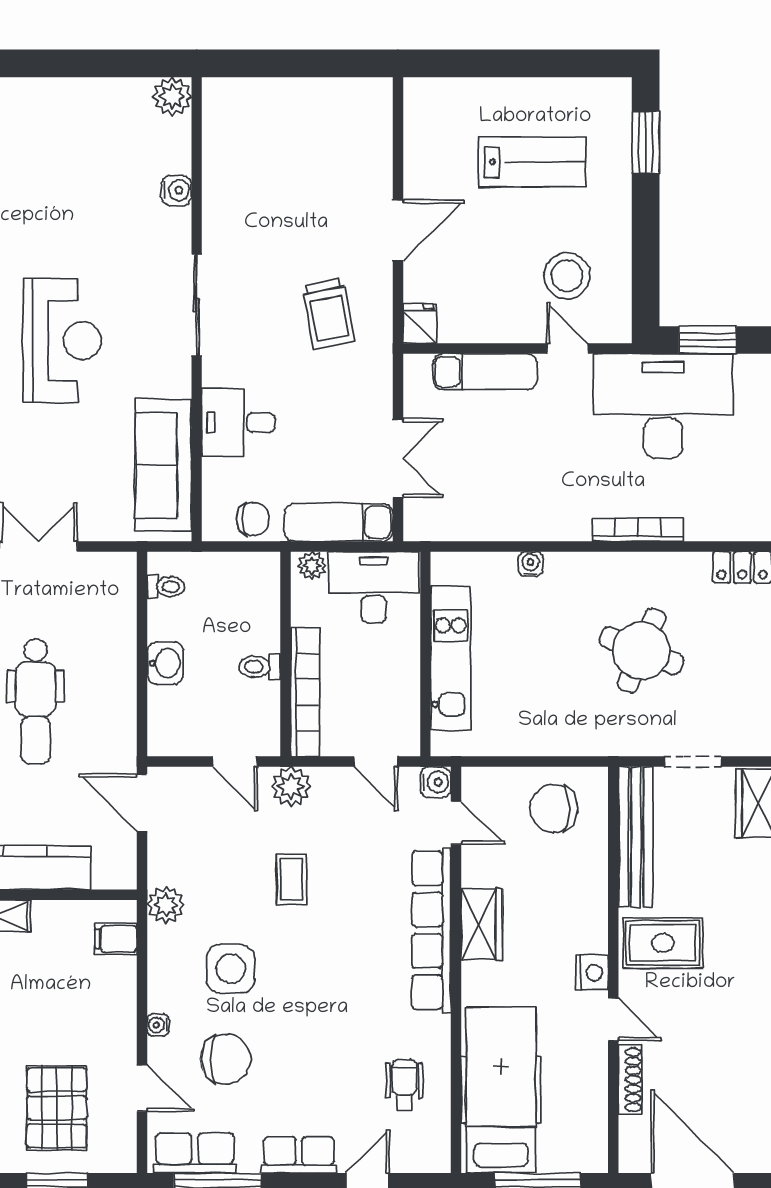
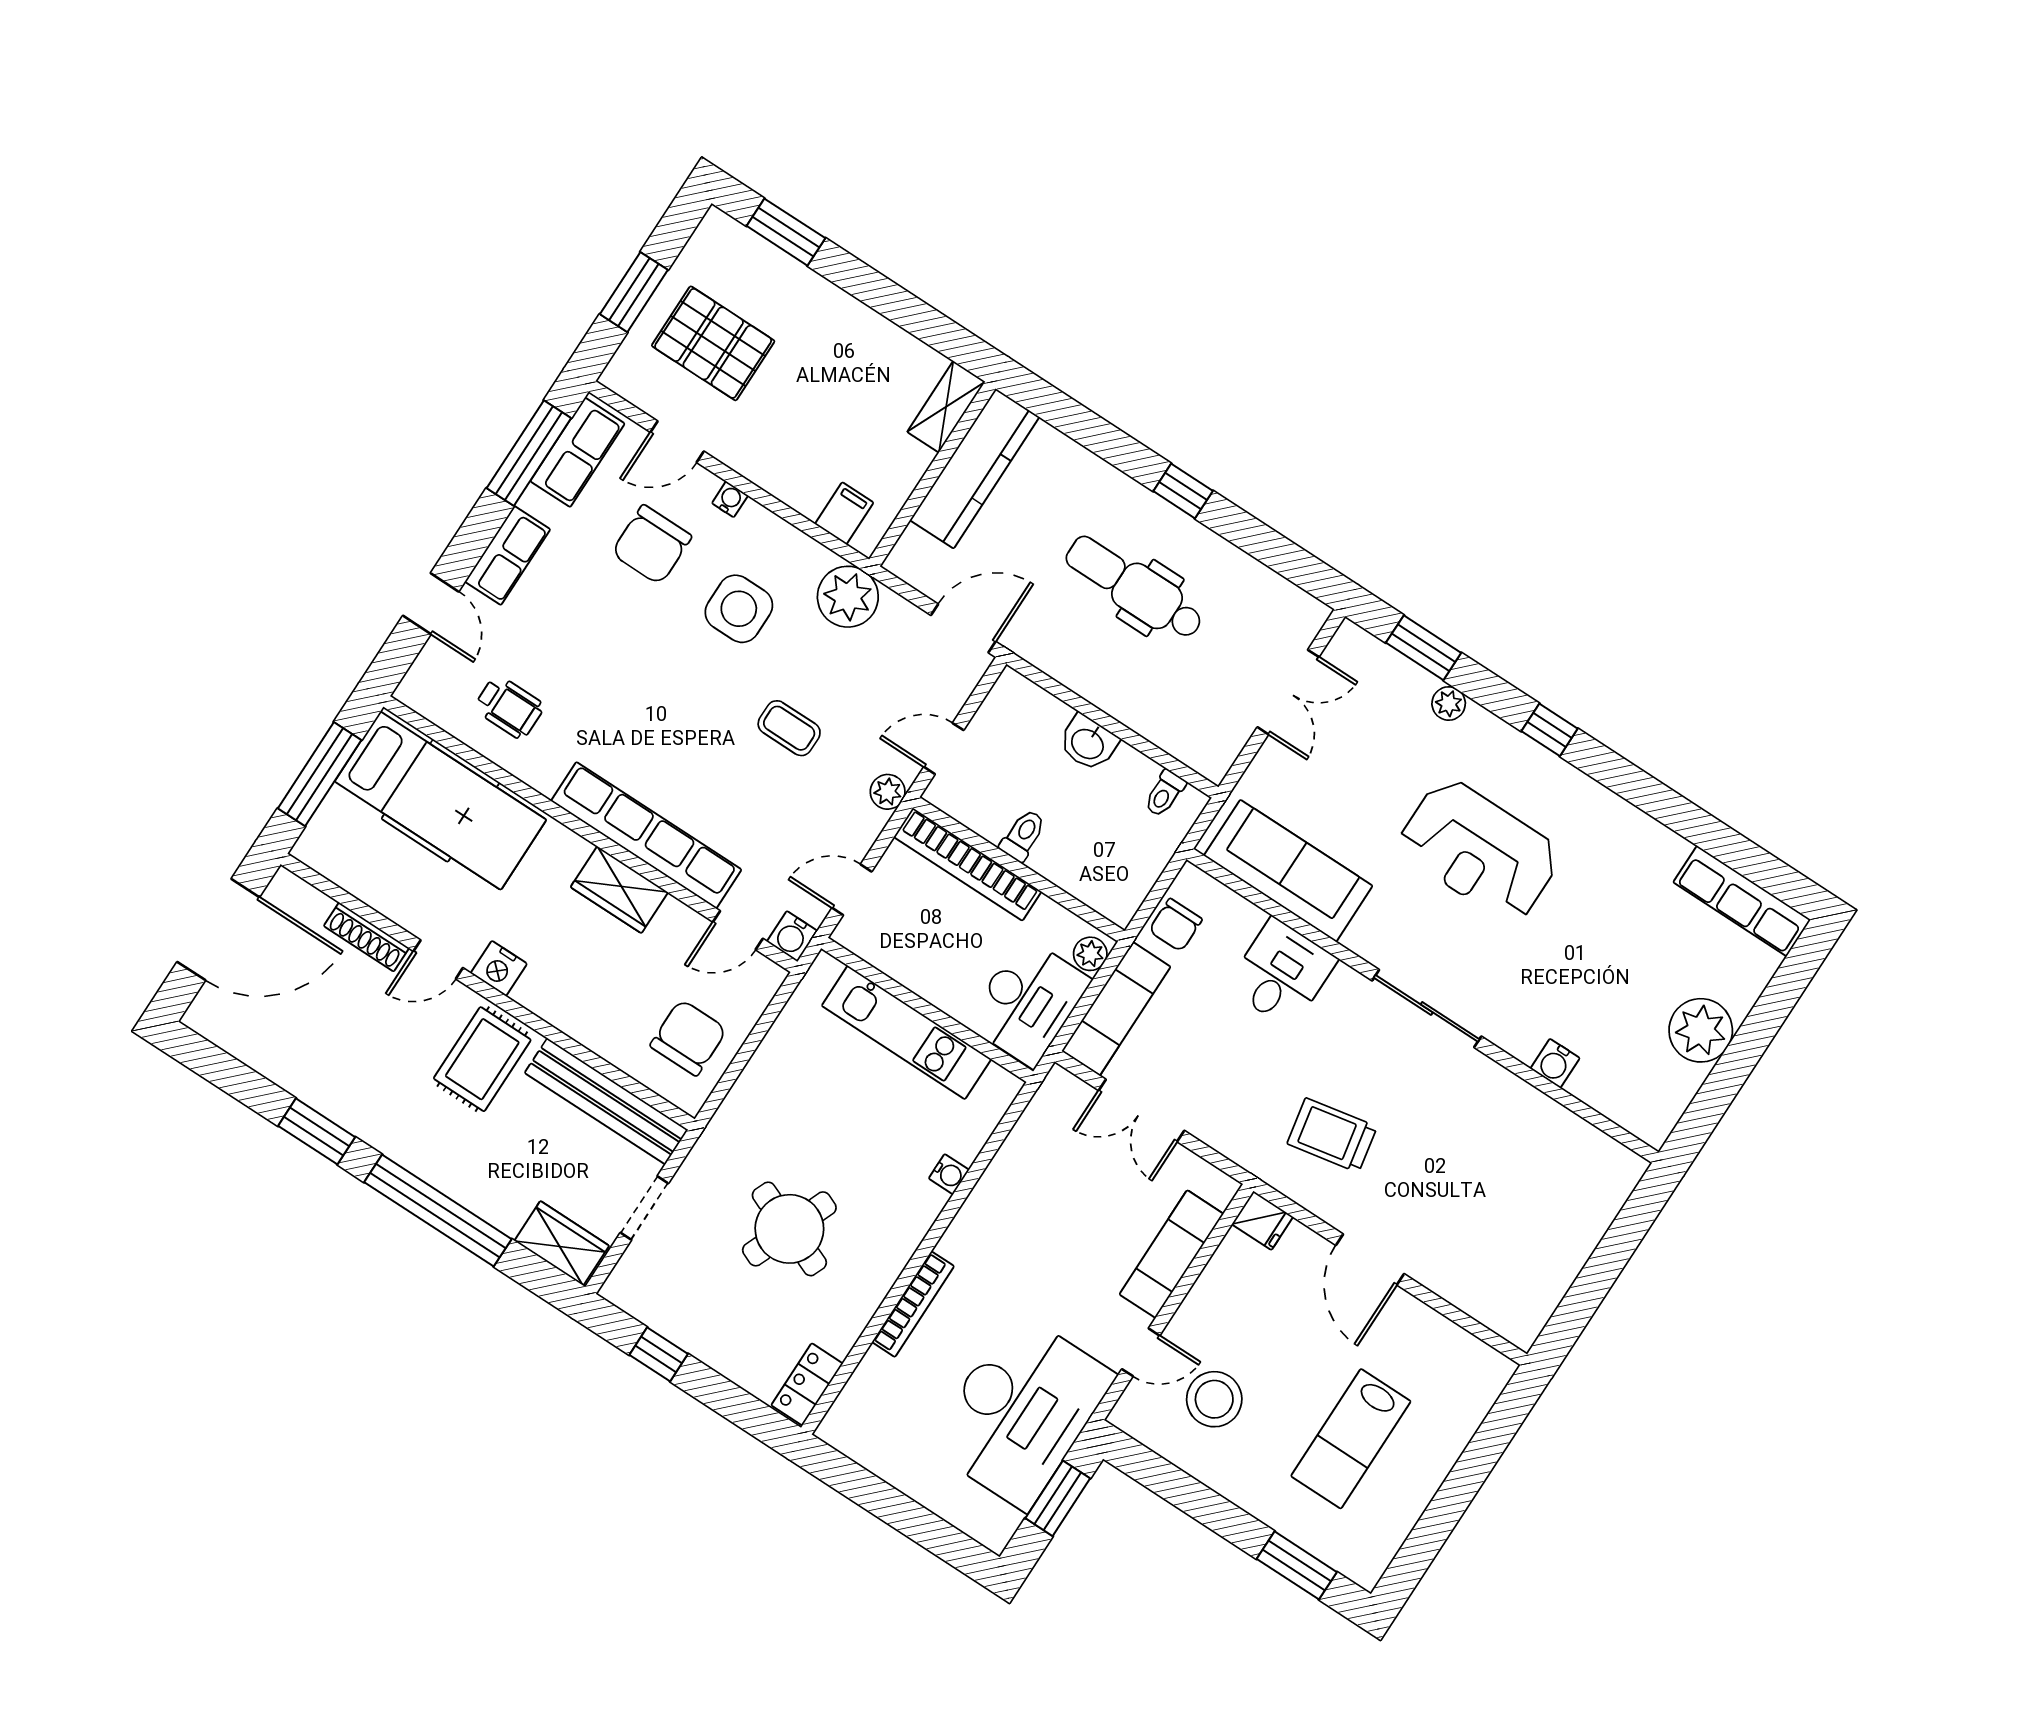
plant: (172, 96) -> (1701, 1030), moved, width x1.36, depth x1.36
plant: (291, 787) -> (888, 792), width x0.73, depth x0.73
plant: (166, 905) -> (848, 597), width x1.36, depth x1.36

